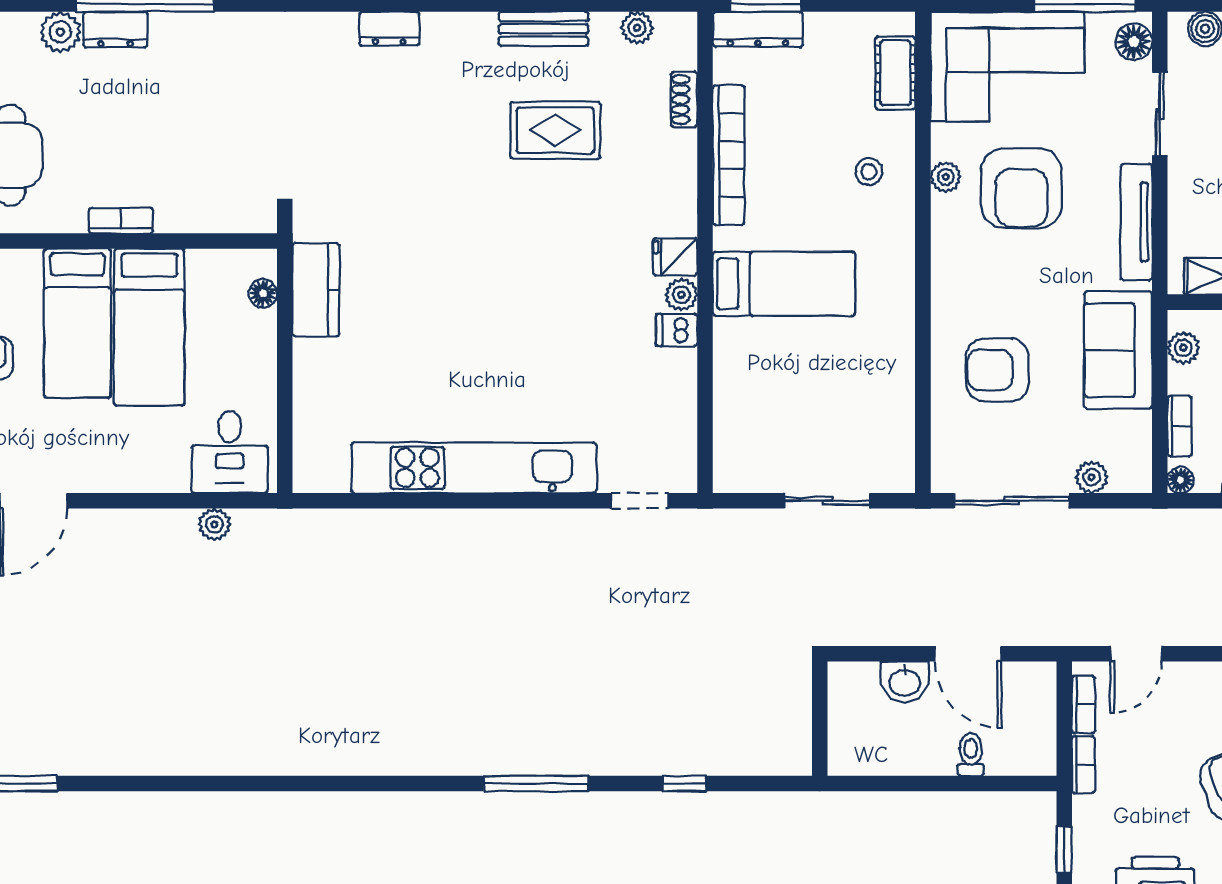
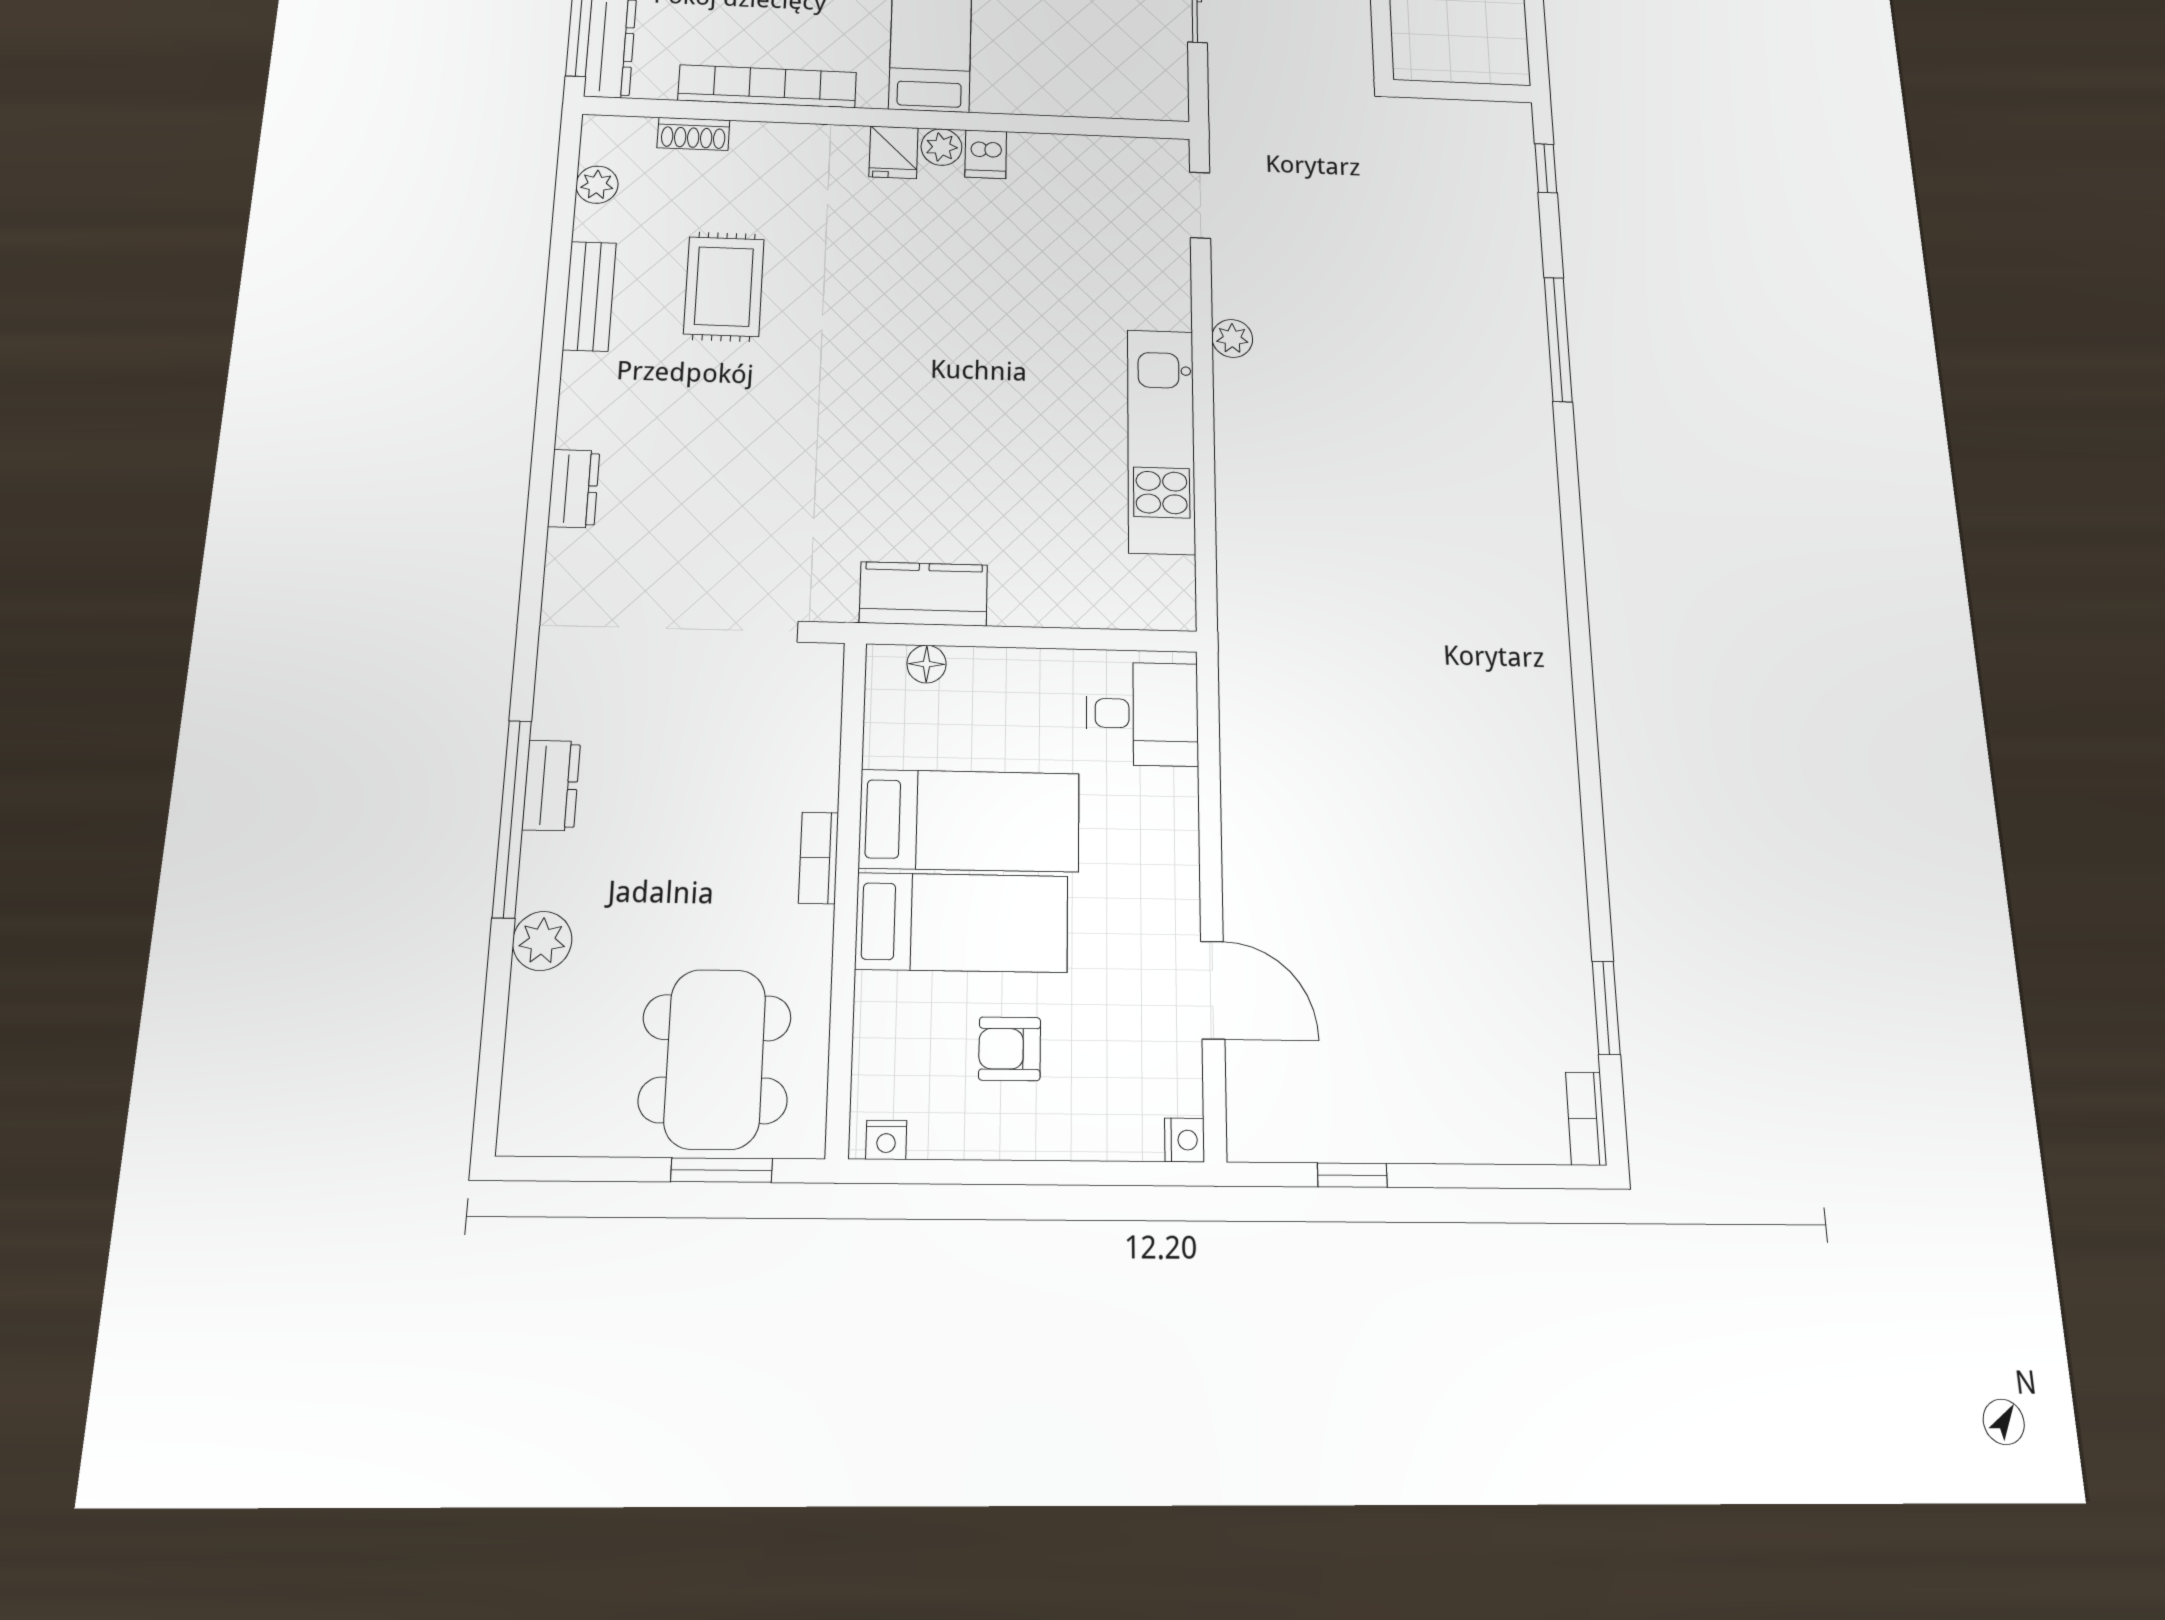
dresser: (115, 30) -> (551, 785), moved
kitchen unit: (474, 468) -> (1161, 441), width x0.73
plant: (214, 524) -> (1232, 338), moved
wall: (820, 719) -> (1463, 91), moved

